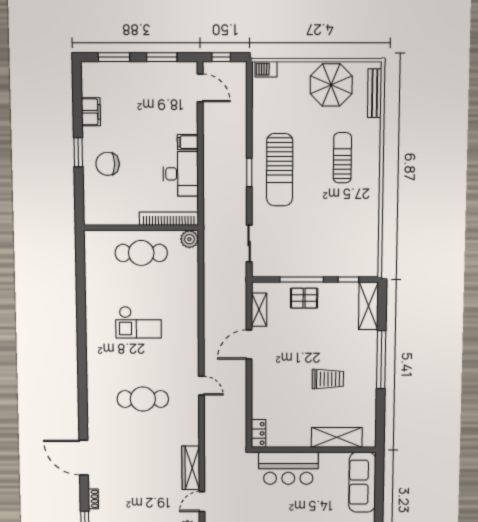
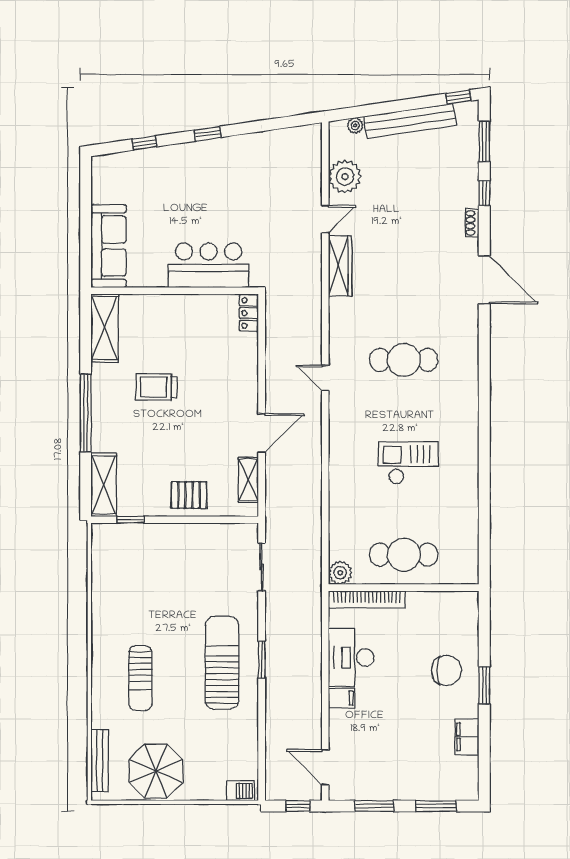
window: (302, 279) -> (192, 520), removed
shelving: (337, 437) -> (105, 328), moved, turned 90

